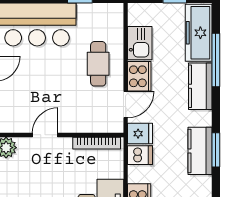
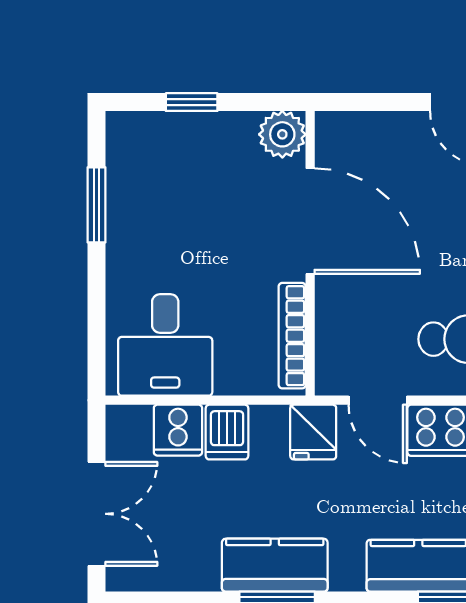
door: (45, 135) -> (310, 221), width x1.88
dishwasher: (140, 155) -> (227, 432), moved

